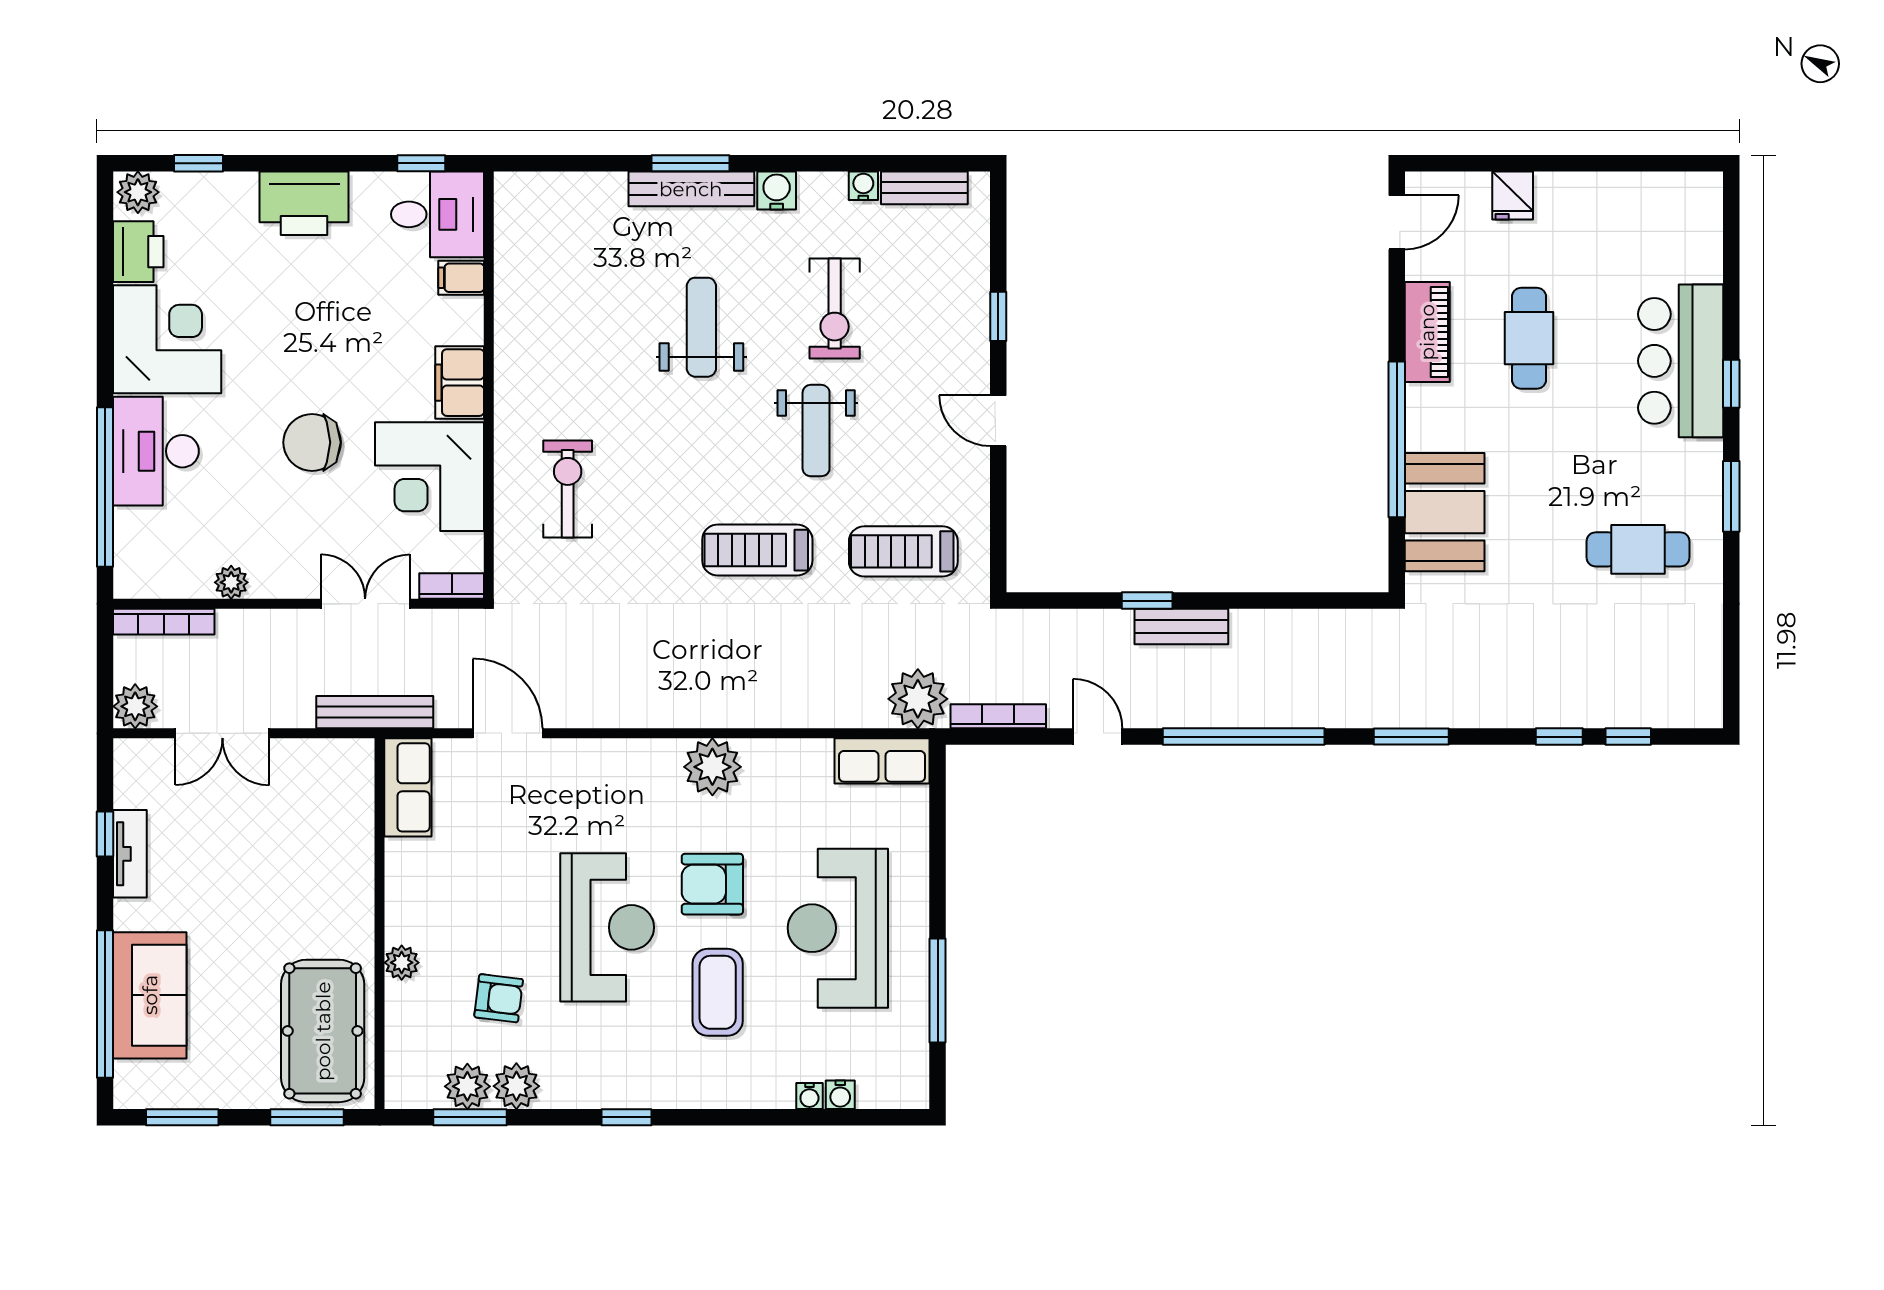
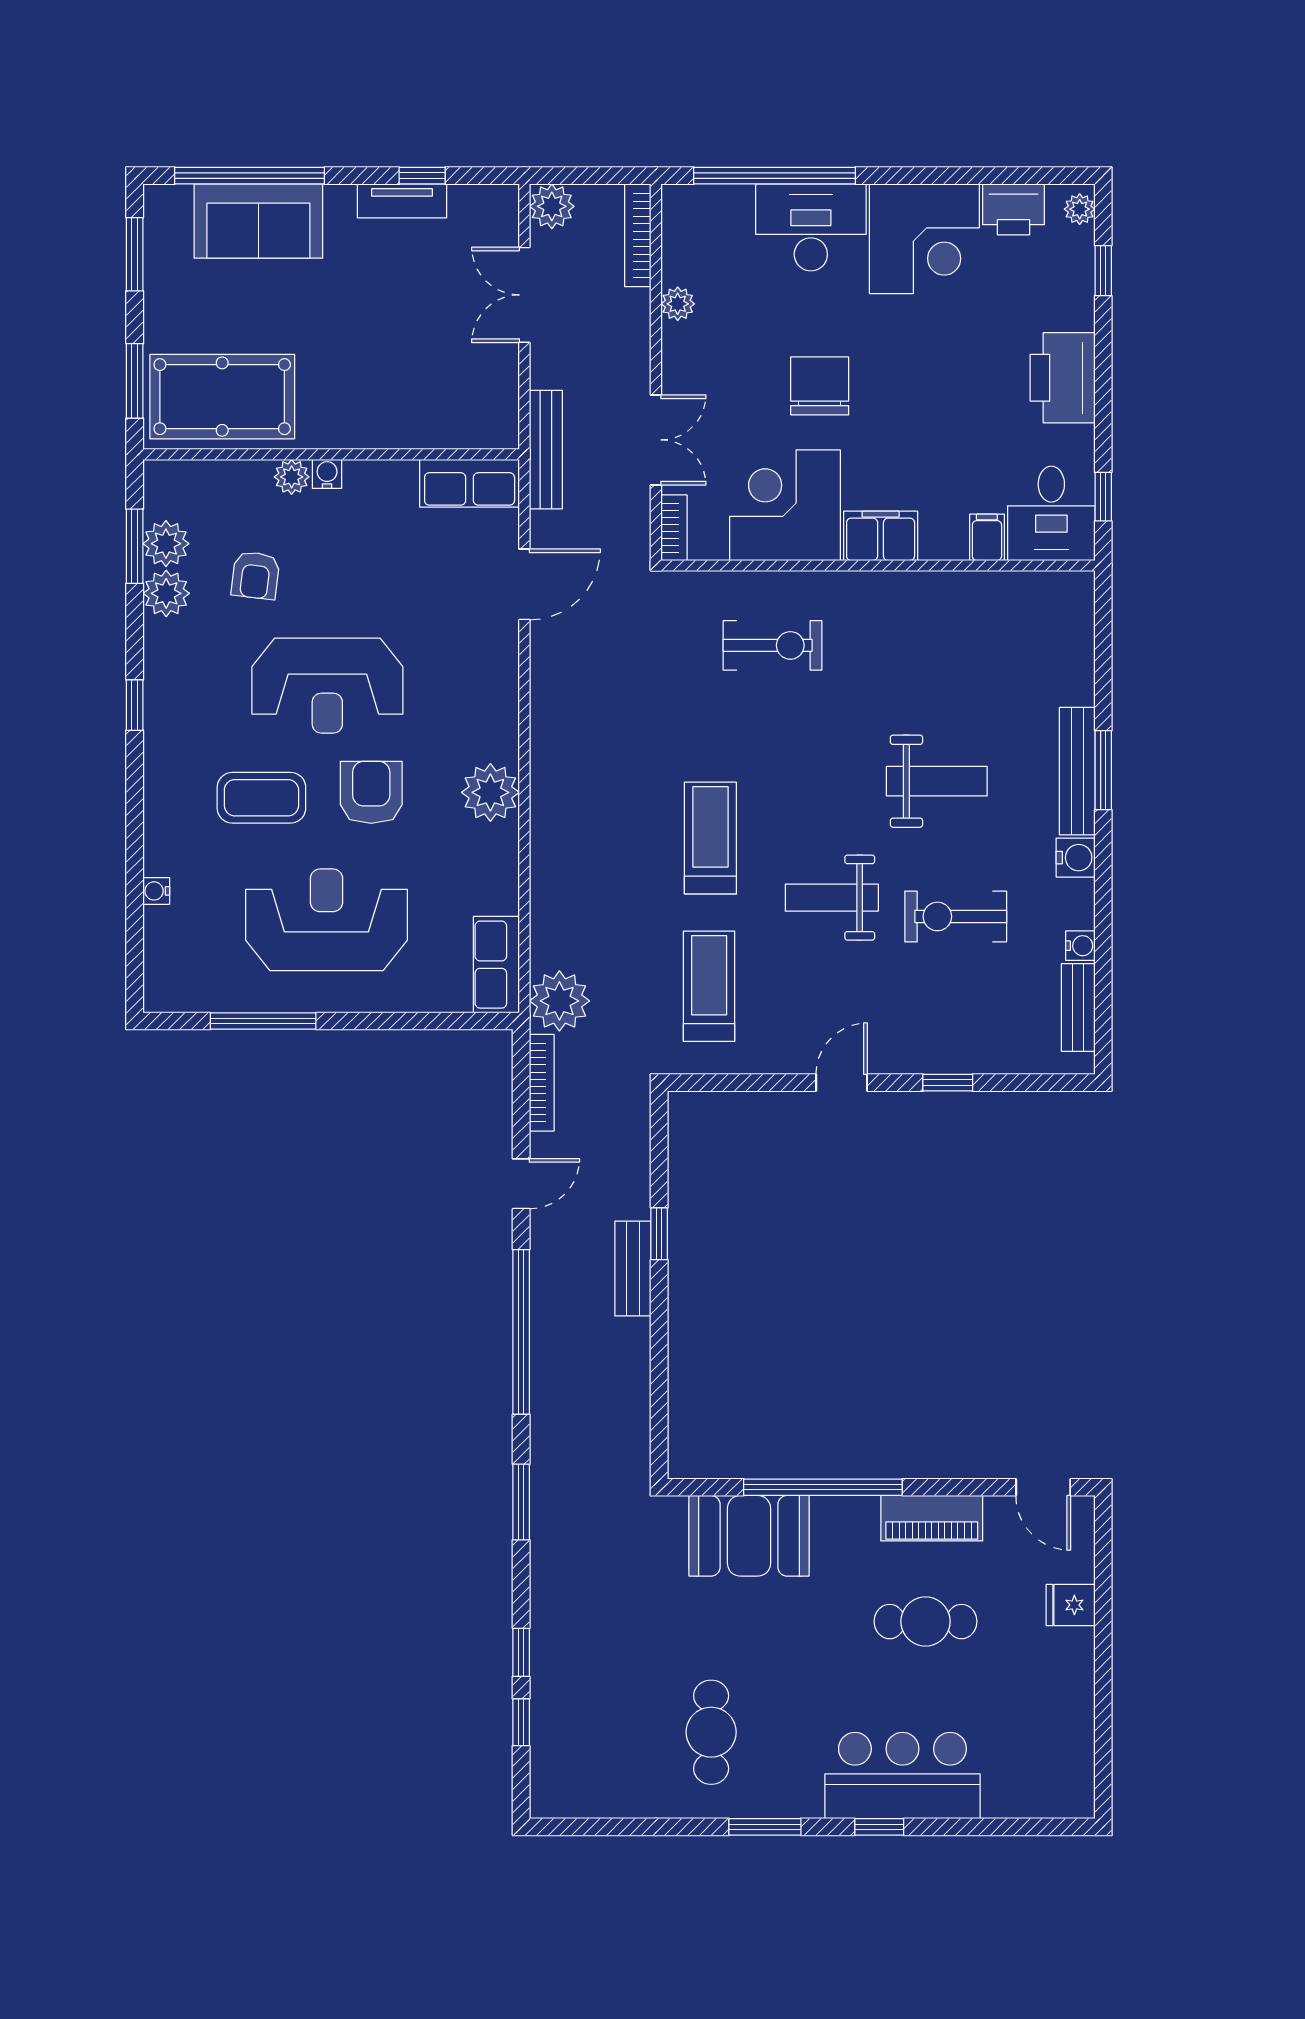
plant: (138, 192) -> (1080, 209), width x0.73, depth x0.73
water cooler: (840, 1095) -> (327, 474), moved, turned 90

